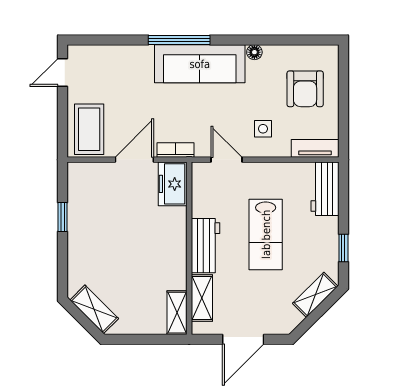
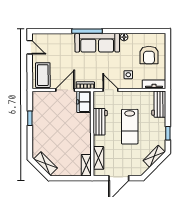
door: (62, 72) -> (30, 47), swing flipped
workbench: (206, 246) -> (100, 122), moved

